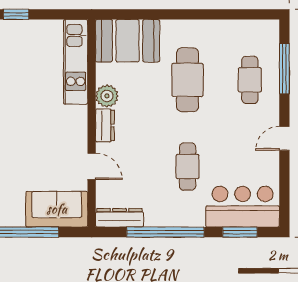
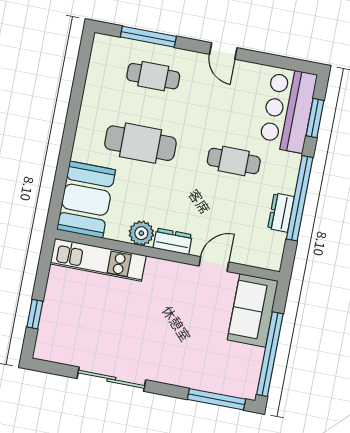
dresser: (119, 218) -> (281, 213), moved, width x0.70

